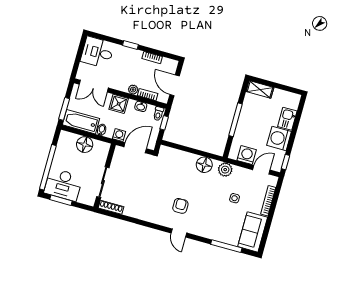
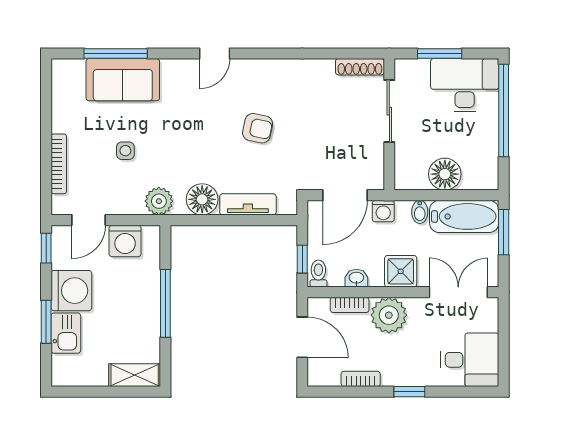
plant: (133, 90) -> (389, 315), width x1.88, depth x1.88
window: (295, 127) -> (46, 322), added
tv unit: (183, 156) -> (248, 204), added
window: (61, 200) -> (440, 53), moved
armchair: (180, 206) -> (258, 128), moved, turned -78
sofa: (253, 232) -> (123, 80), moved, turned 90
door: (179, 233) -> (215, 53), swing flipped

